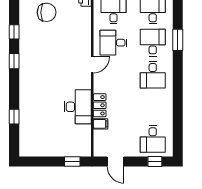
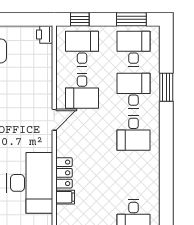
desk: (113, 43) -> (82, 91), turned -90
desk: (78, 107) -> (30, 183), width x1.36, depth x1.30

